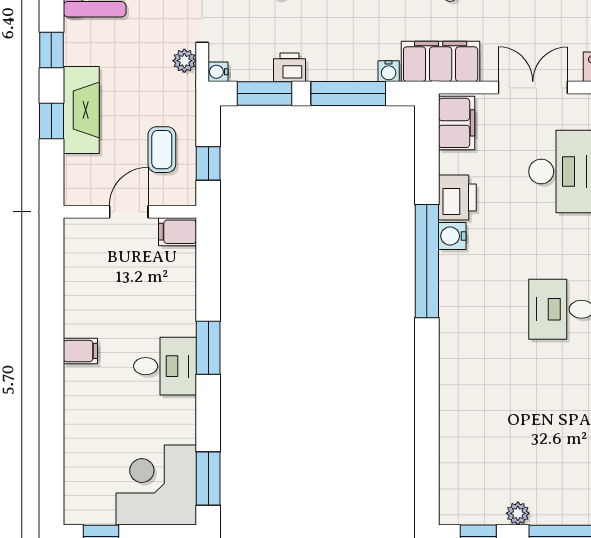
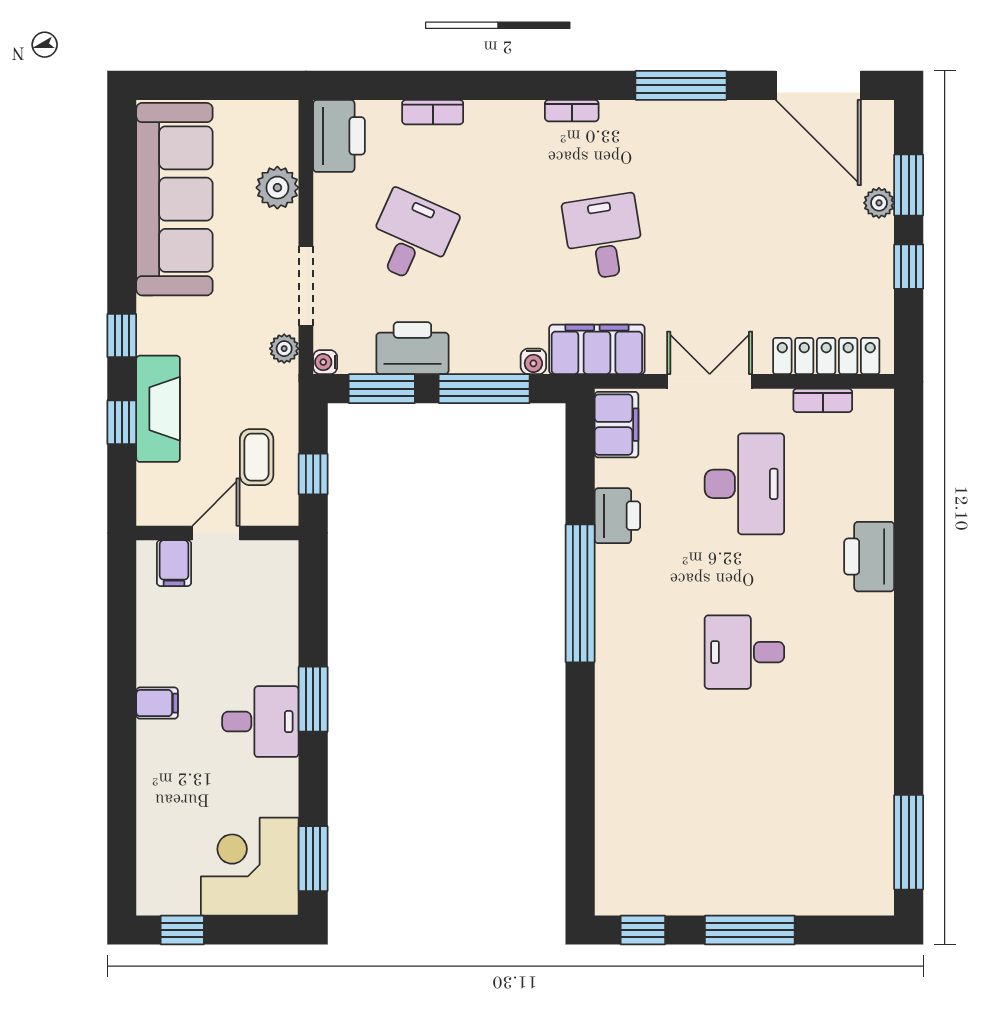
printer: (290, 67) -> (412, 348), width x1.87, depth x1.48
filing cabinet: (178, 232) -> (174, 563), moved, turned -90
water cooler: (452, 236) -> (611, 563), removed
plant: (518, 513) -> (691, 901), removed

